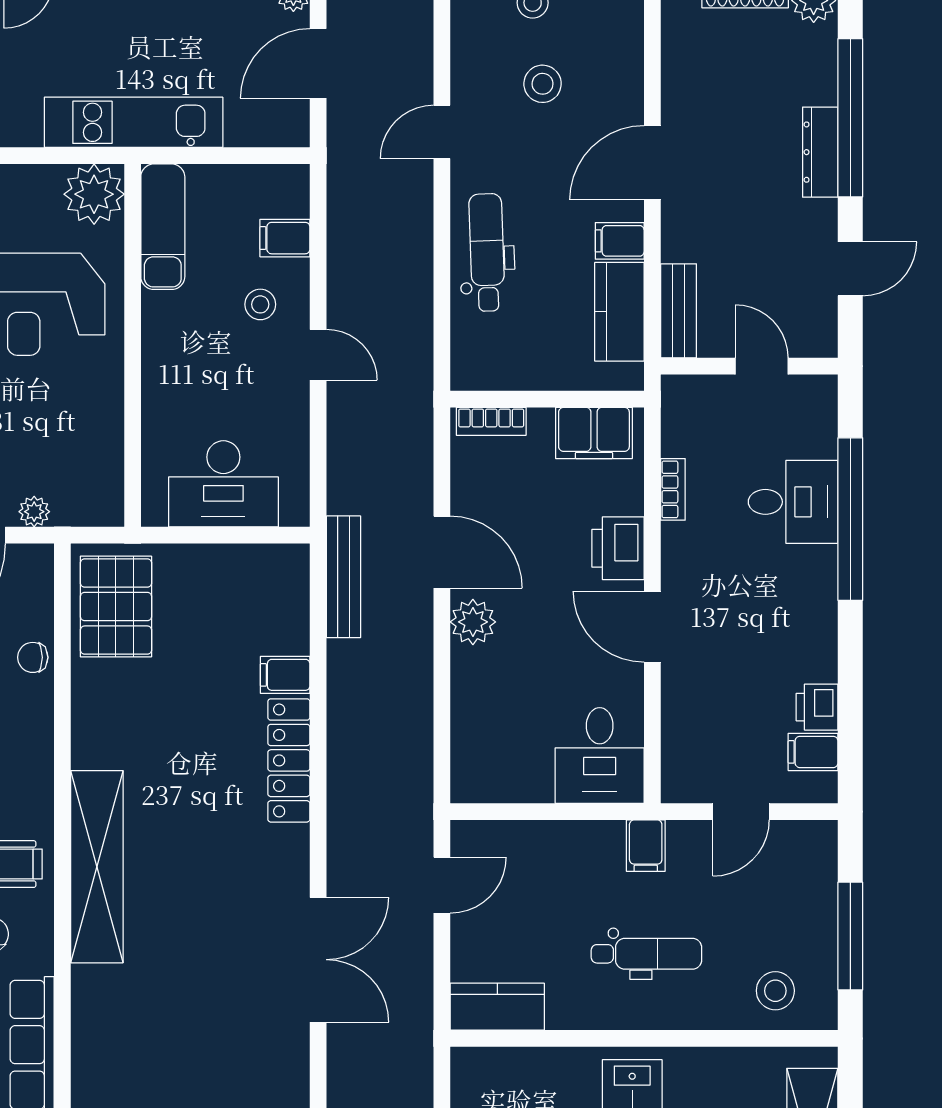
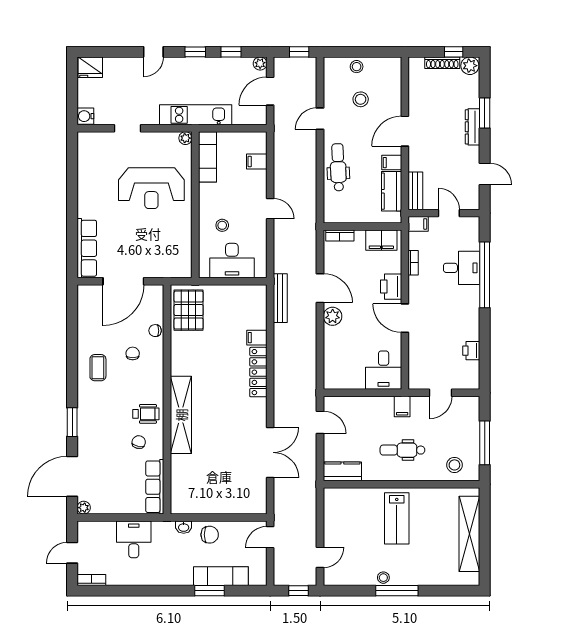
window: (850, 118) -> (485, 113), width x0.47
plant: (94, 194) -> (185, 138), width x0.53, depth x0.53
door: (850, 269) -> (485, 174), hinge flipped
stool: (260, 304) -> (222, 225), moved
plant: (34, 512) -> (156, 272), removed
filing cabinet: (813, 752) -> (418, 224), moved, turned 180
door: (442, 885) -> (320, 422), hinge flipped
dental chair: (646, 954) -> (402, 450), turned 180

